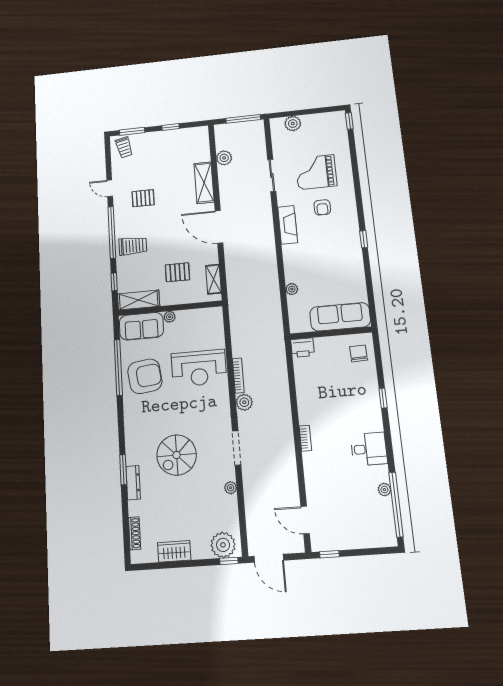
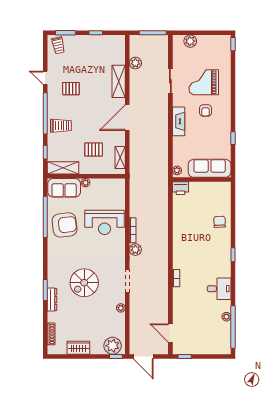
door: (219, 227) -> (127, 118), hinge flipped
sofa: (340, 317) -> (210, 168), moved
wall: (331, 333) -> (202, 179), moved
printer: (303, 348) -> (180, 188), moved

